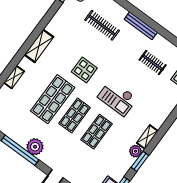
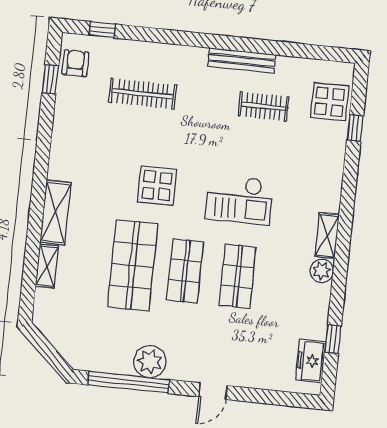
bench: (141, 26) -> (242, 60), moved
shelving: (39, 46) -> (56, 212), moved
window: (140, 161) -> (339, 284), removed

